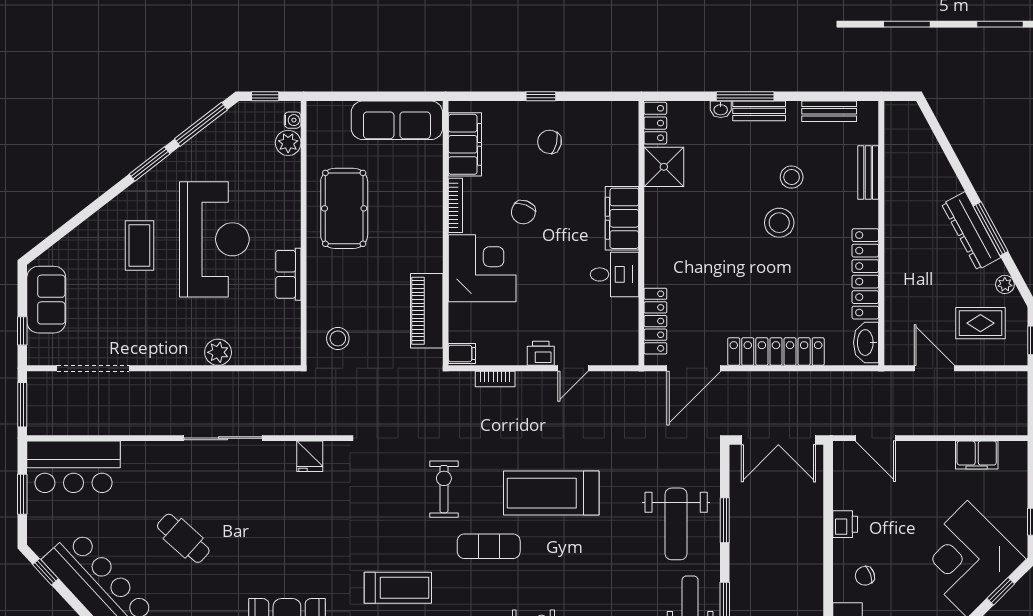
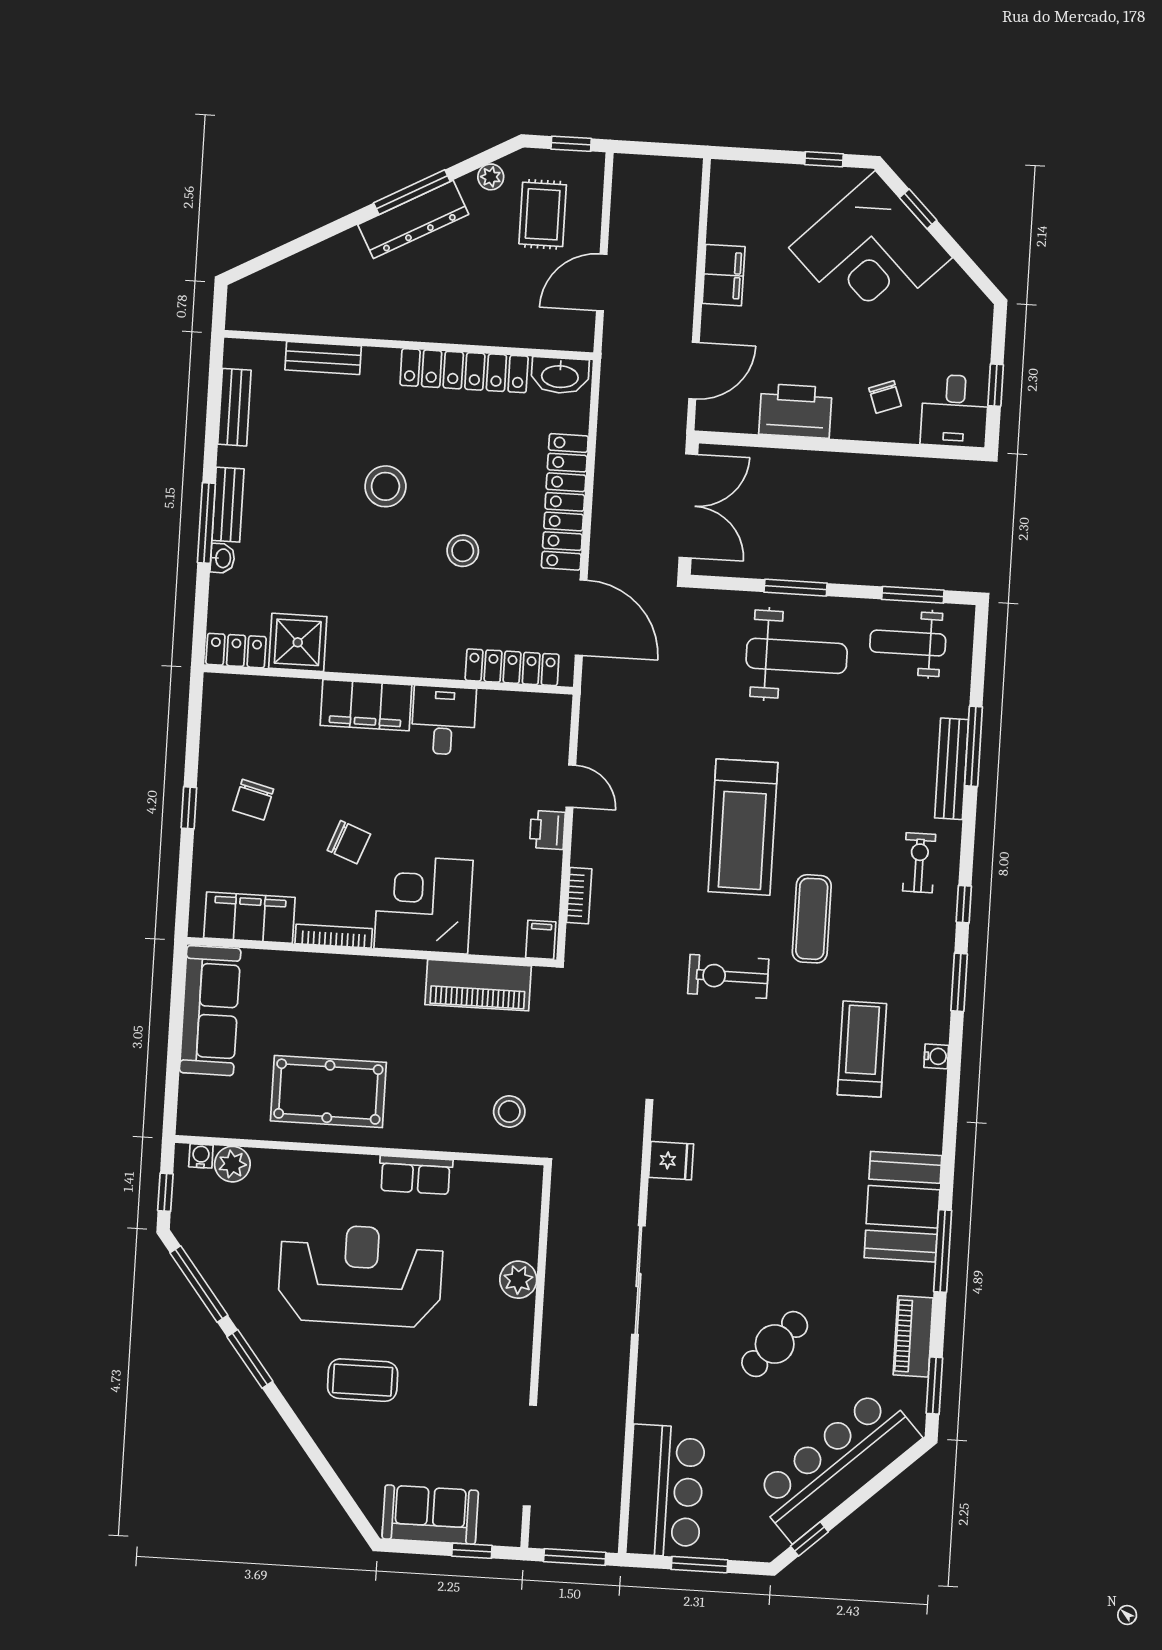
stool: (792, 177) -> (463, 551), moved
filing cabinet: (977, 455) -> (724, 275), moved
printer: (845, 524) -> (795, 411), width x1.87, depth x1.48

